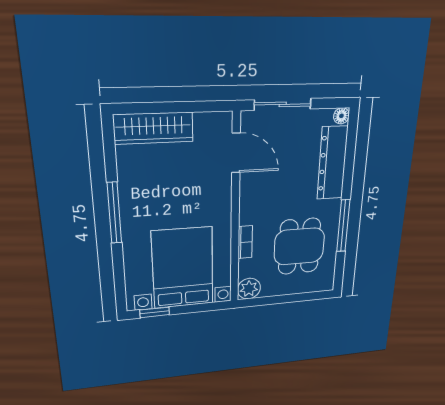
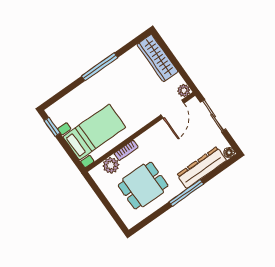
plant: (223, 121) -> (184, 91), added
window: (343, 226) -> (186, 193), moved
bed with nightstands: (183, 268) -> (94, 132), width x0.73
plant: (249, 289) -> (111, 165), moved

